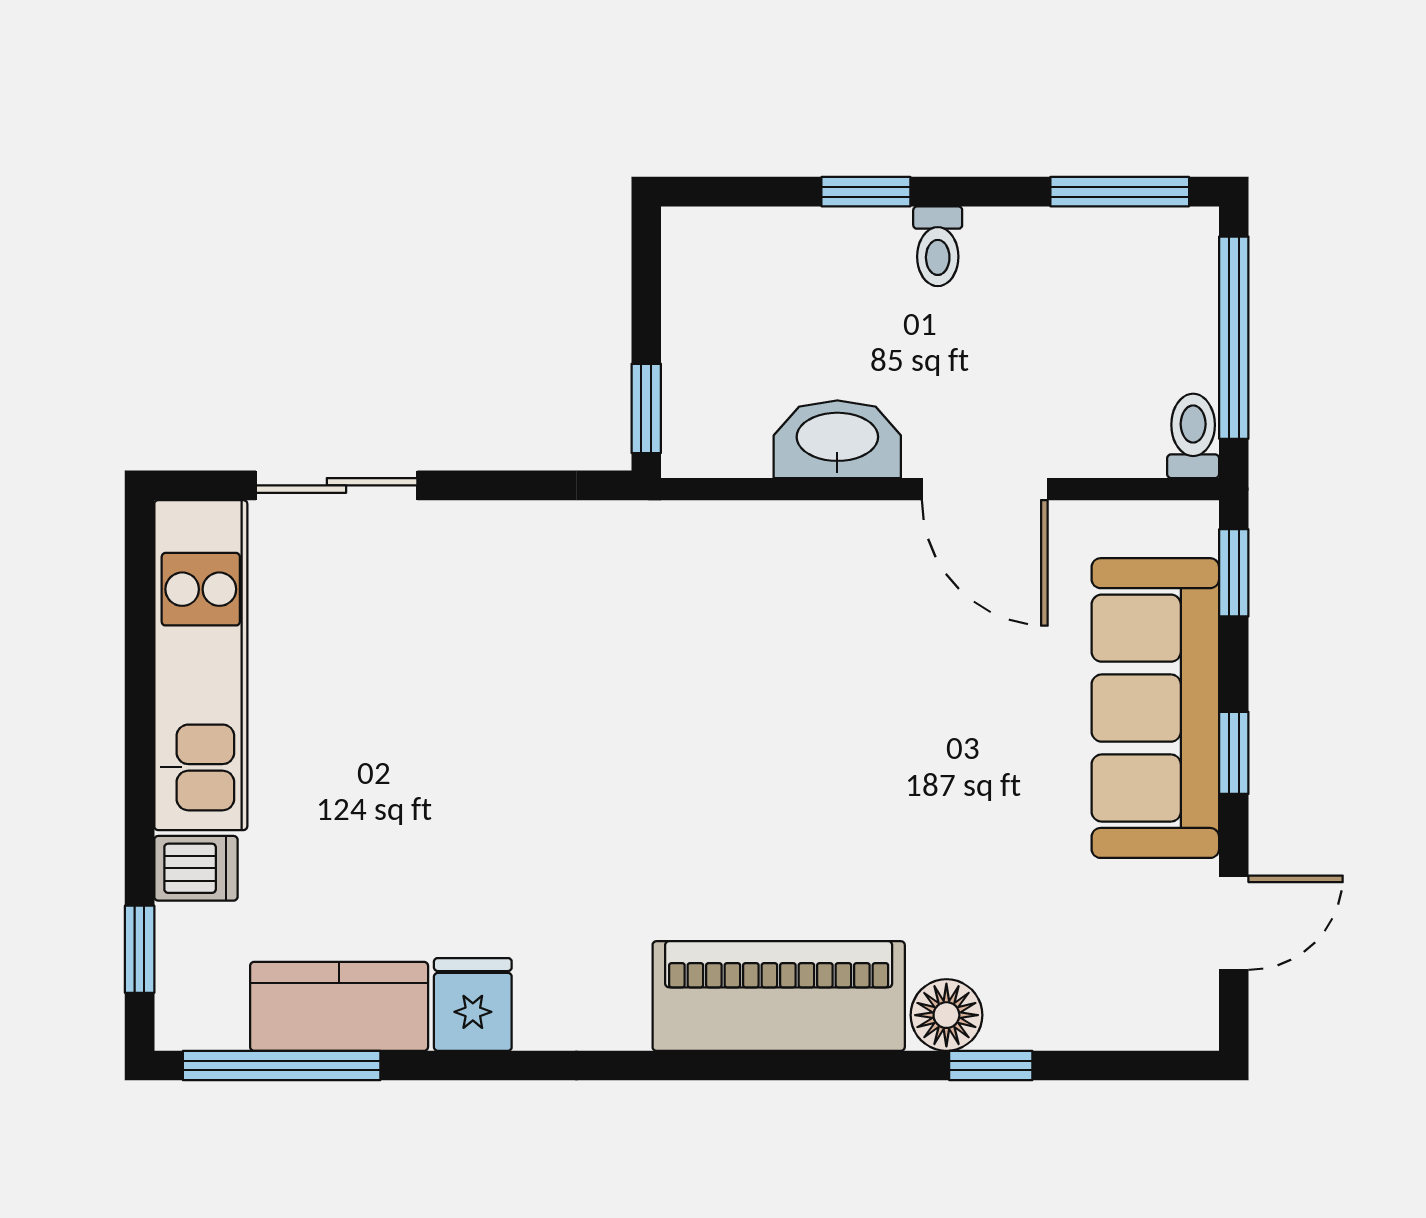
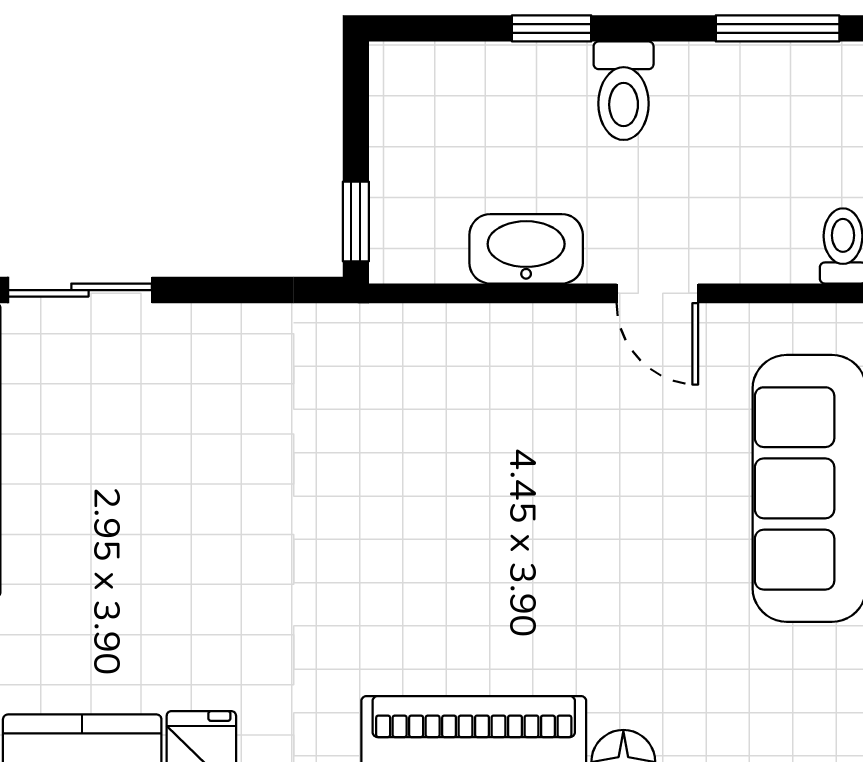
toilet: (938, 246) -> (624, 91), width x1.37, depth x1.39
door: (985, 489) -> (657, 293), width x0.73

